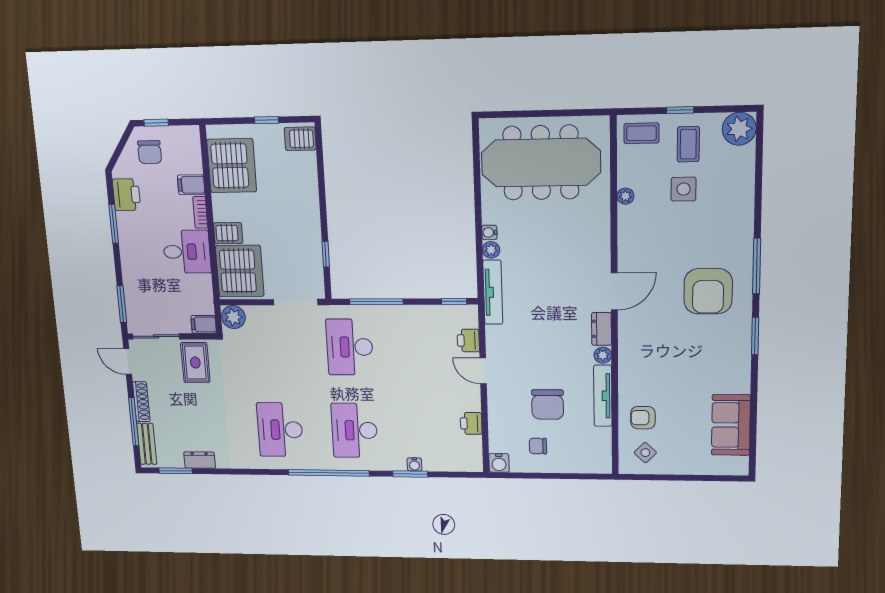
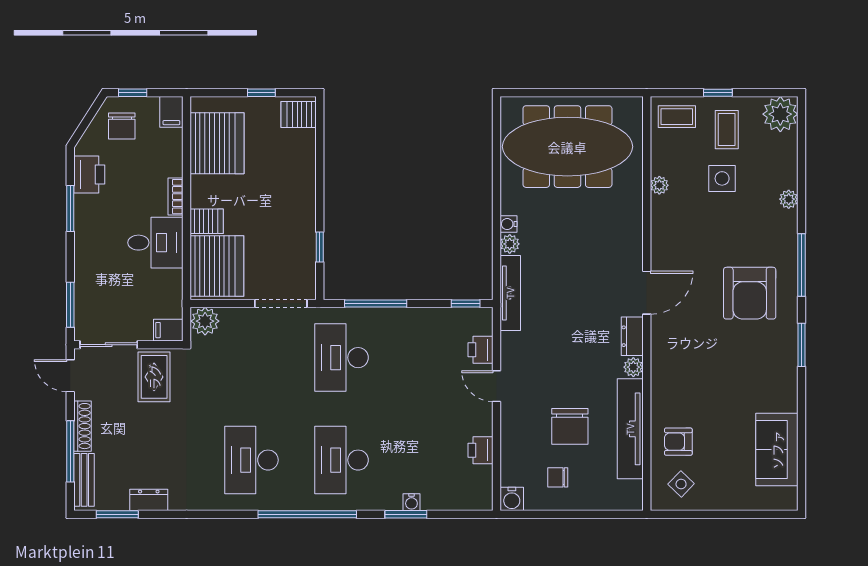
filing cabinet: (191, 185) -> (171, 112), moved, turned -90
plant: (746, 207) -> (789, 199), added
tv unit: (603, 396) -> (630, 429), width x1.36, depth x1.29

